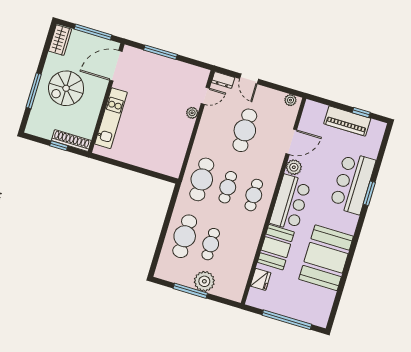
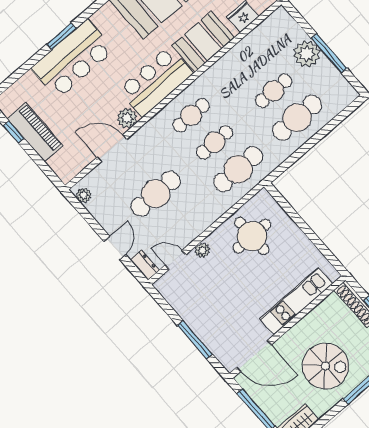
round table: (166, 142) -> (252, 236), added

